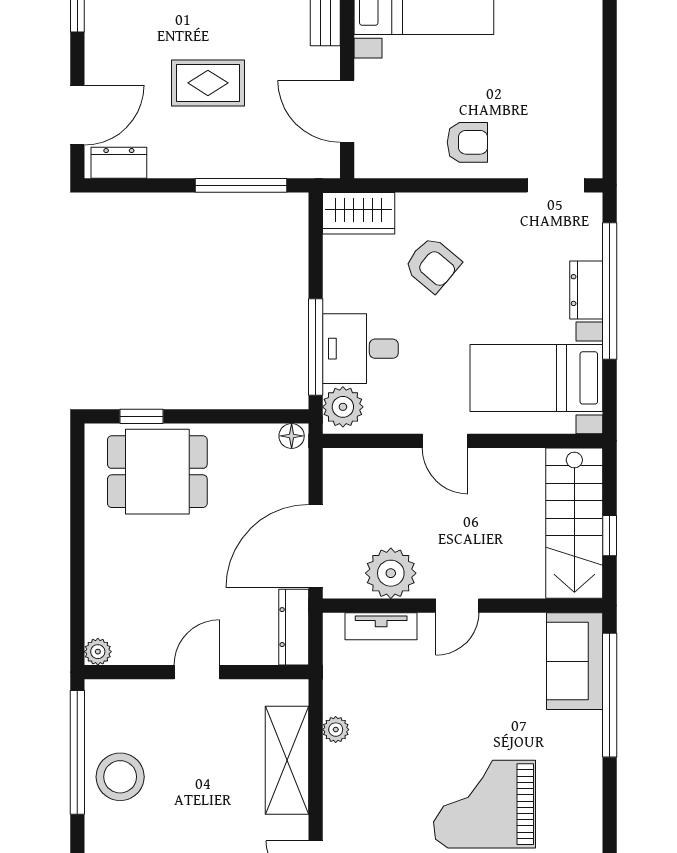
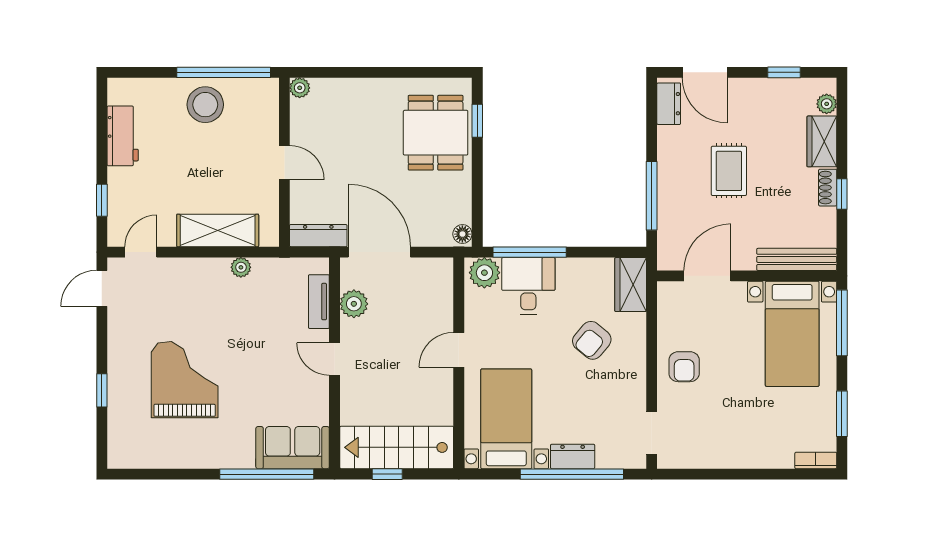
plant: (391, 573) -> (354, 304), width x0.73, depth x0.73

